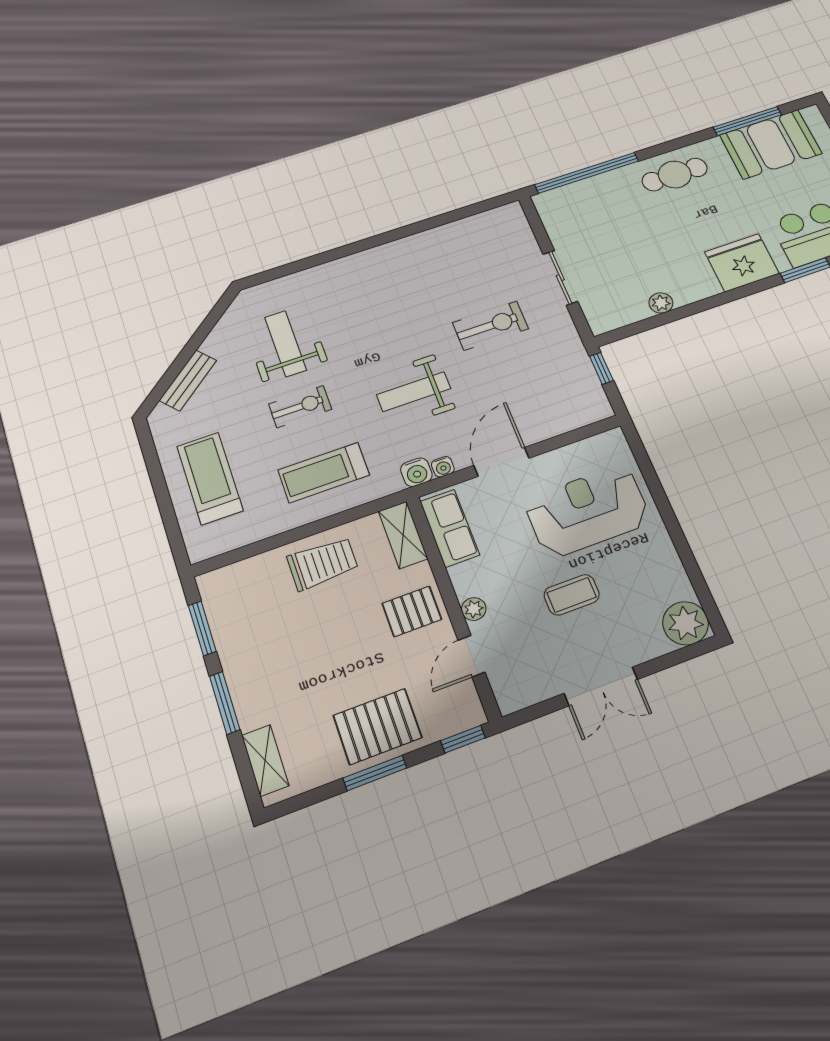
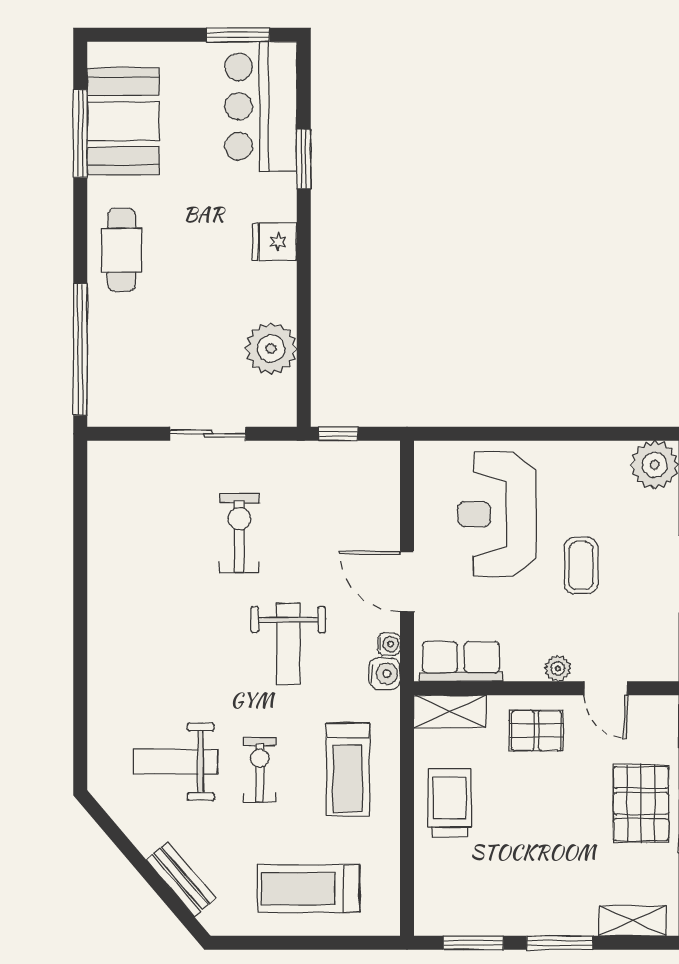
fridge: (742, 263) -> (275, 242), width x0.53, depth x0.75
plant: (661, 303) -> (271, 348), width x1.87, depth x1.87
pallet: (412, 611) -> (536, 731), turned 90

